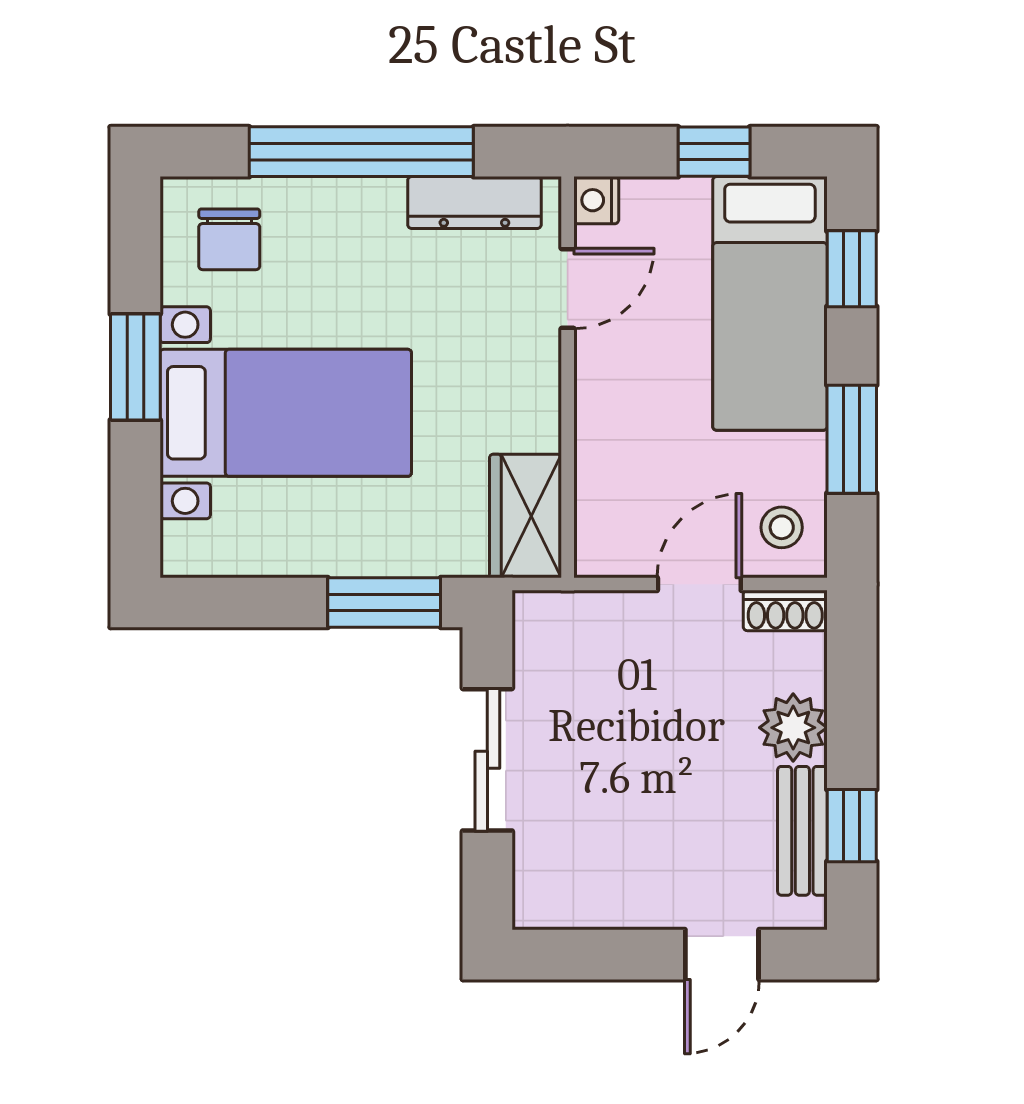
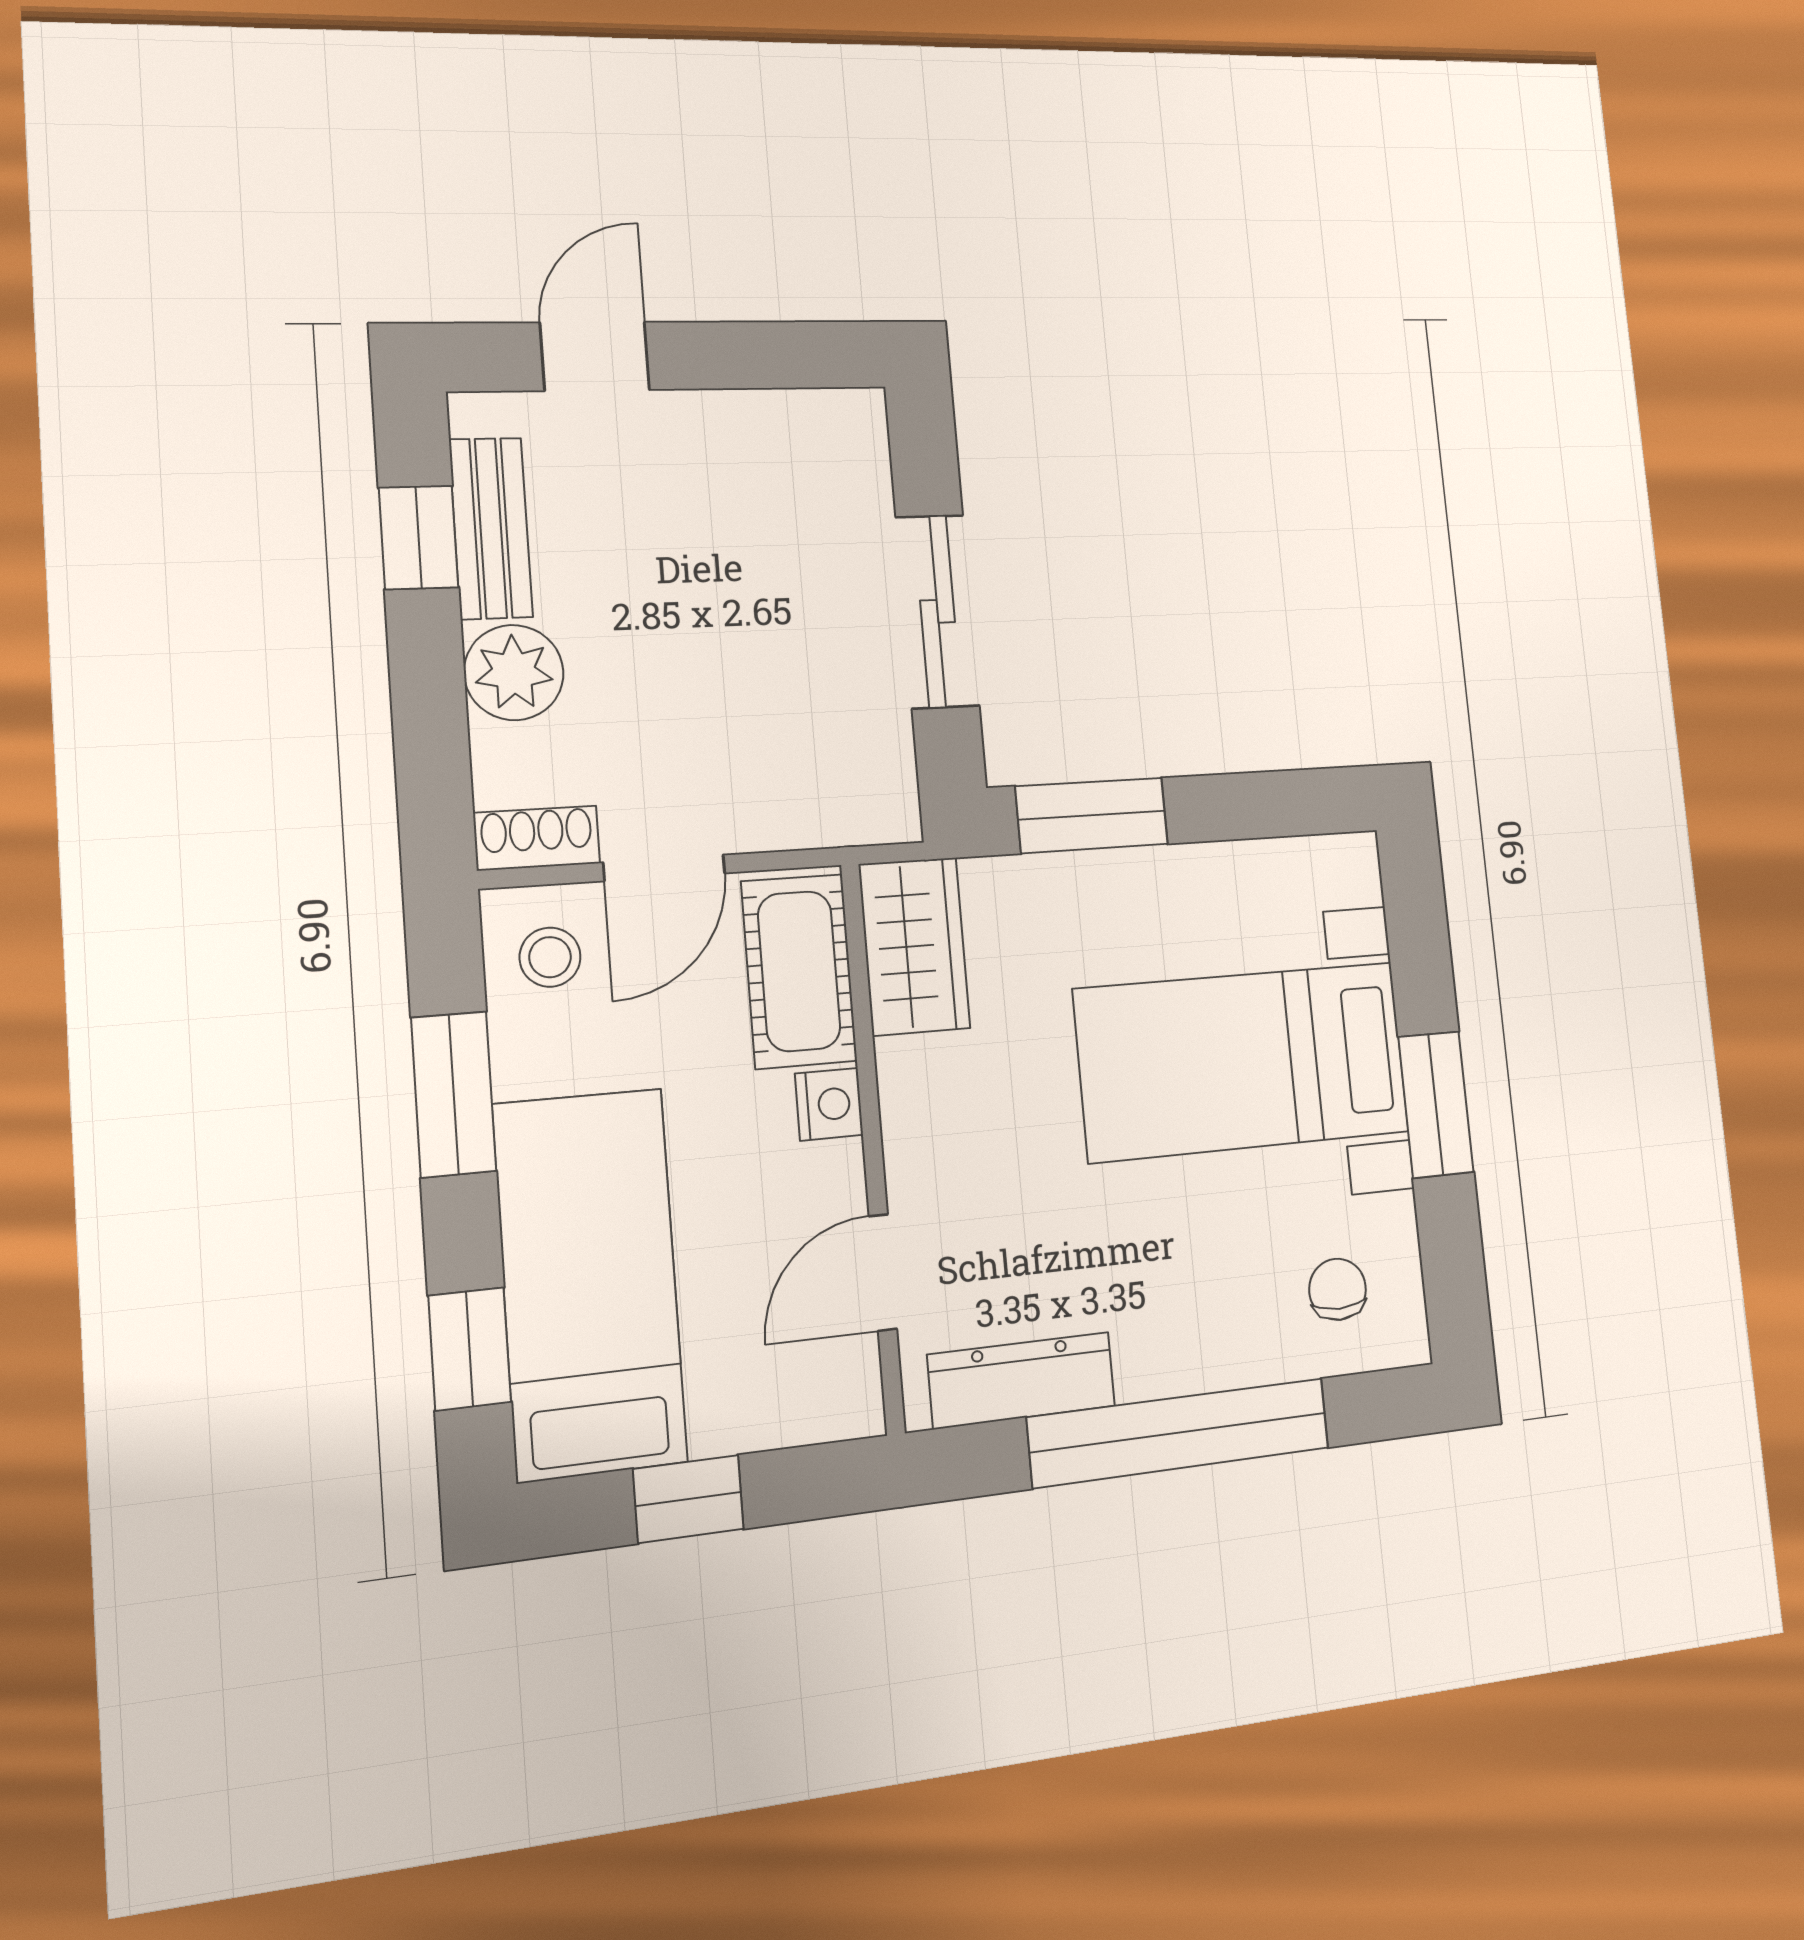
nightstand: (596, 200) -> (829, 1104), moved
chair: (229, 239) -> (1338, 1289), width x0.73, depth x0.73
cot: (610, 504) -> (799, 971), added

